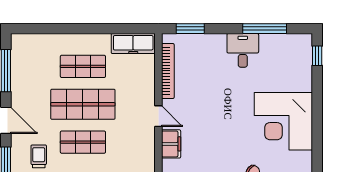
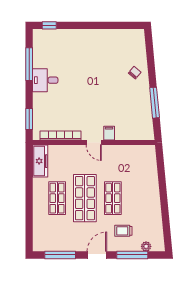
door: (158, 116) -> (94, 143), swing flipped
corner desk: (283, 121) -> (98, 50), removed
filing cabinet: (171, 144) -> (109, 133), width x0.50

